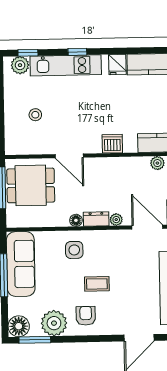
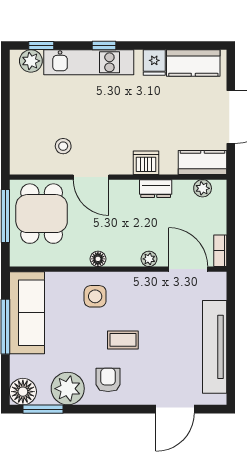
stool: (35, 115) -> (63, 146), moved
dining table: (31, 185) -> (42, 214), turned 90
dresser: (96, 219) -> (156, 189), moved, turned 180

